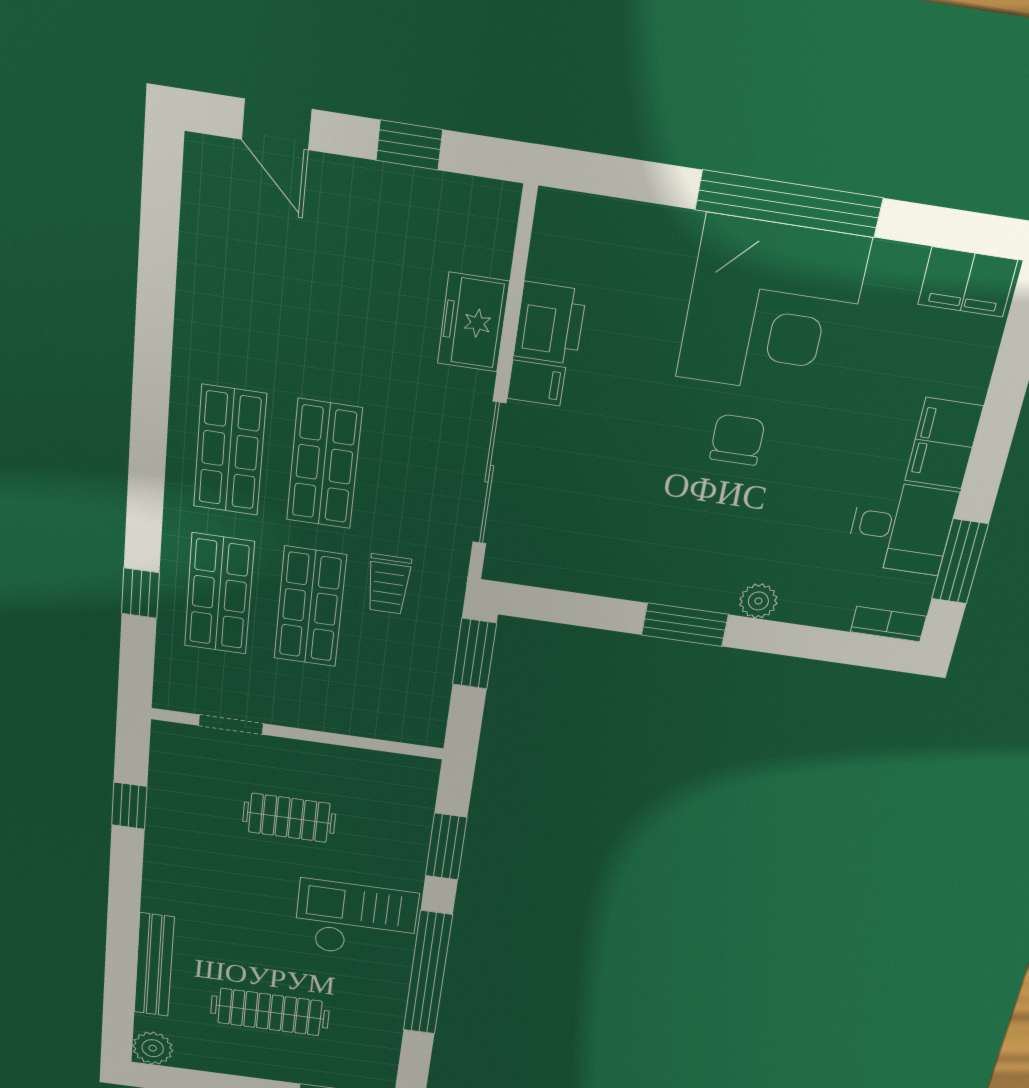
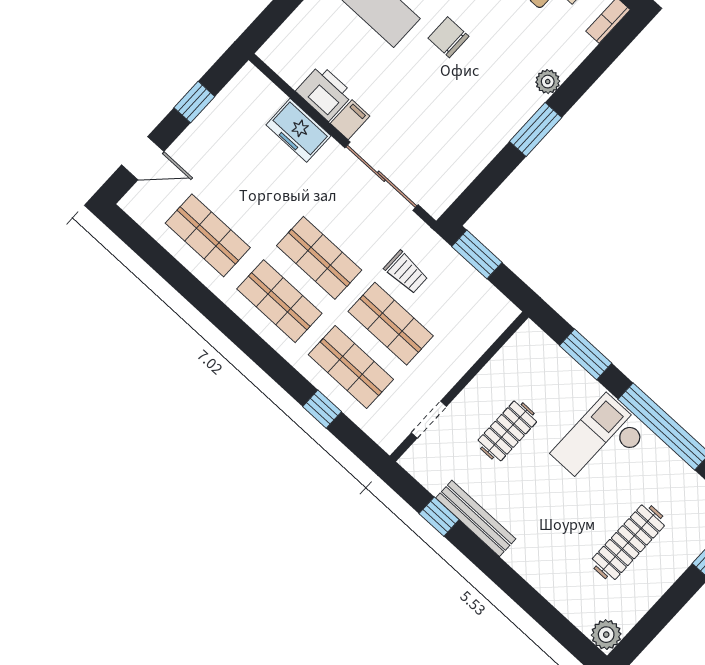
shop shelf: (241, 295) -> (208, 235), added
bench: (154, 965) -> (476, 518), moved

